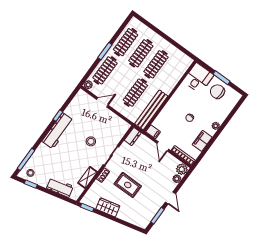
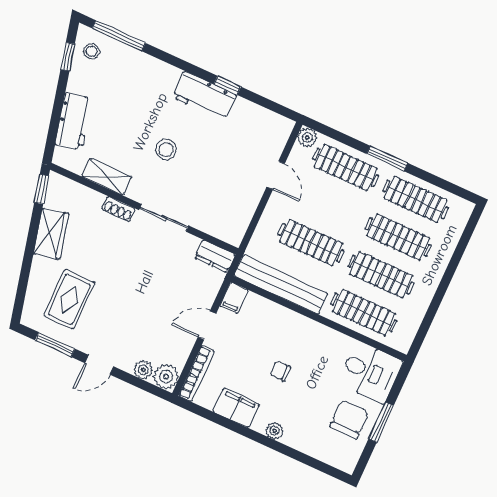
clothes rail: (171, 75) -> (364, 312), added
workbench: (58, 131) -> (204, 96), width x0.73
stool: (91, 141) -> (166, 150), moved
rug: (128, 185) -> (69, 299), moved

